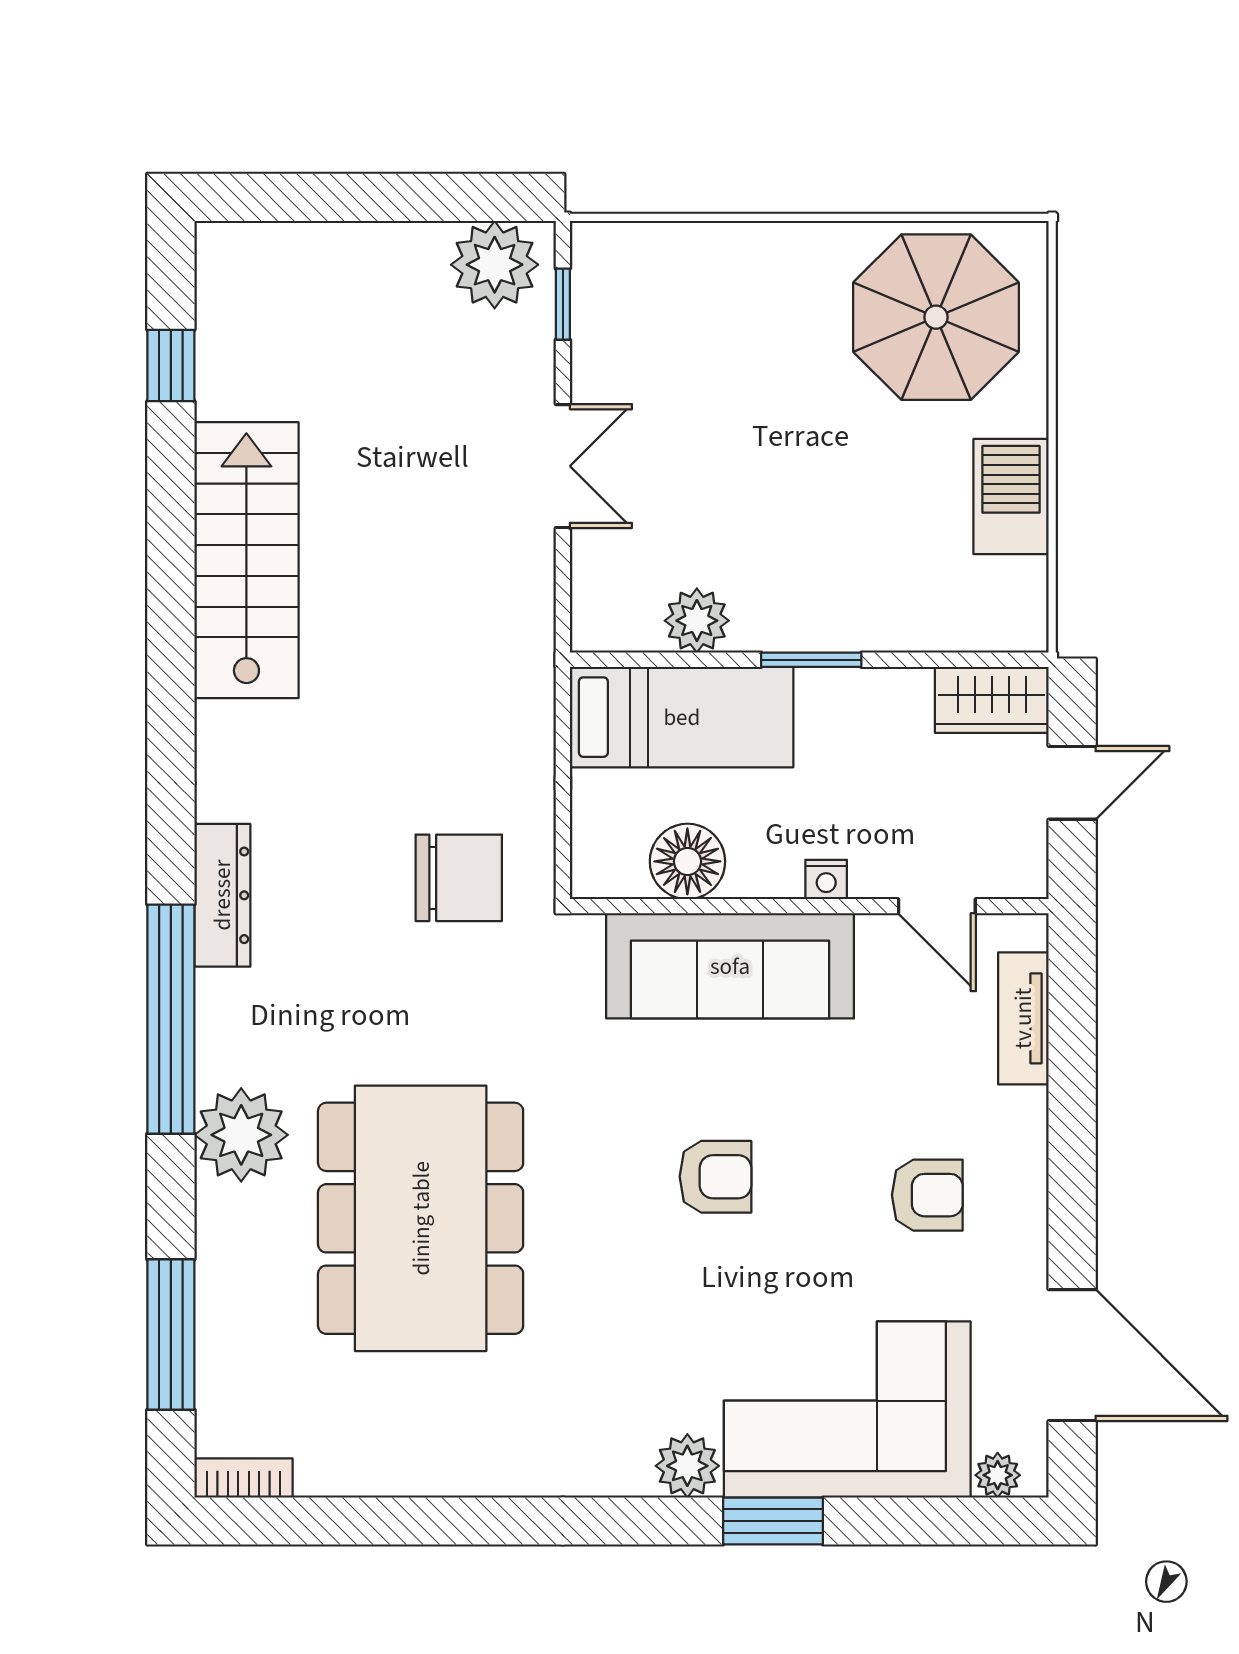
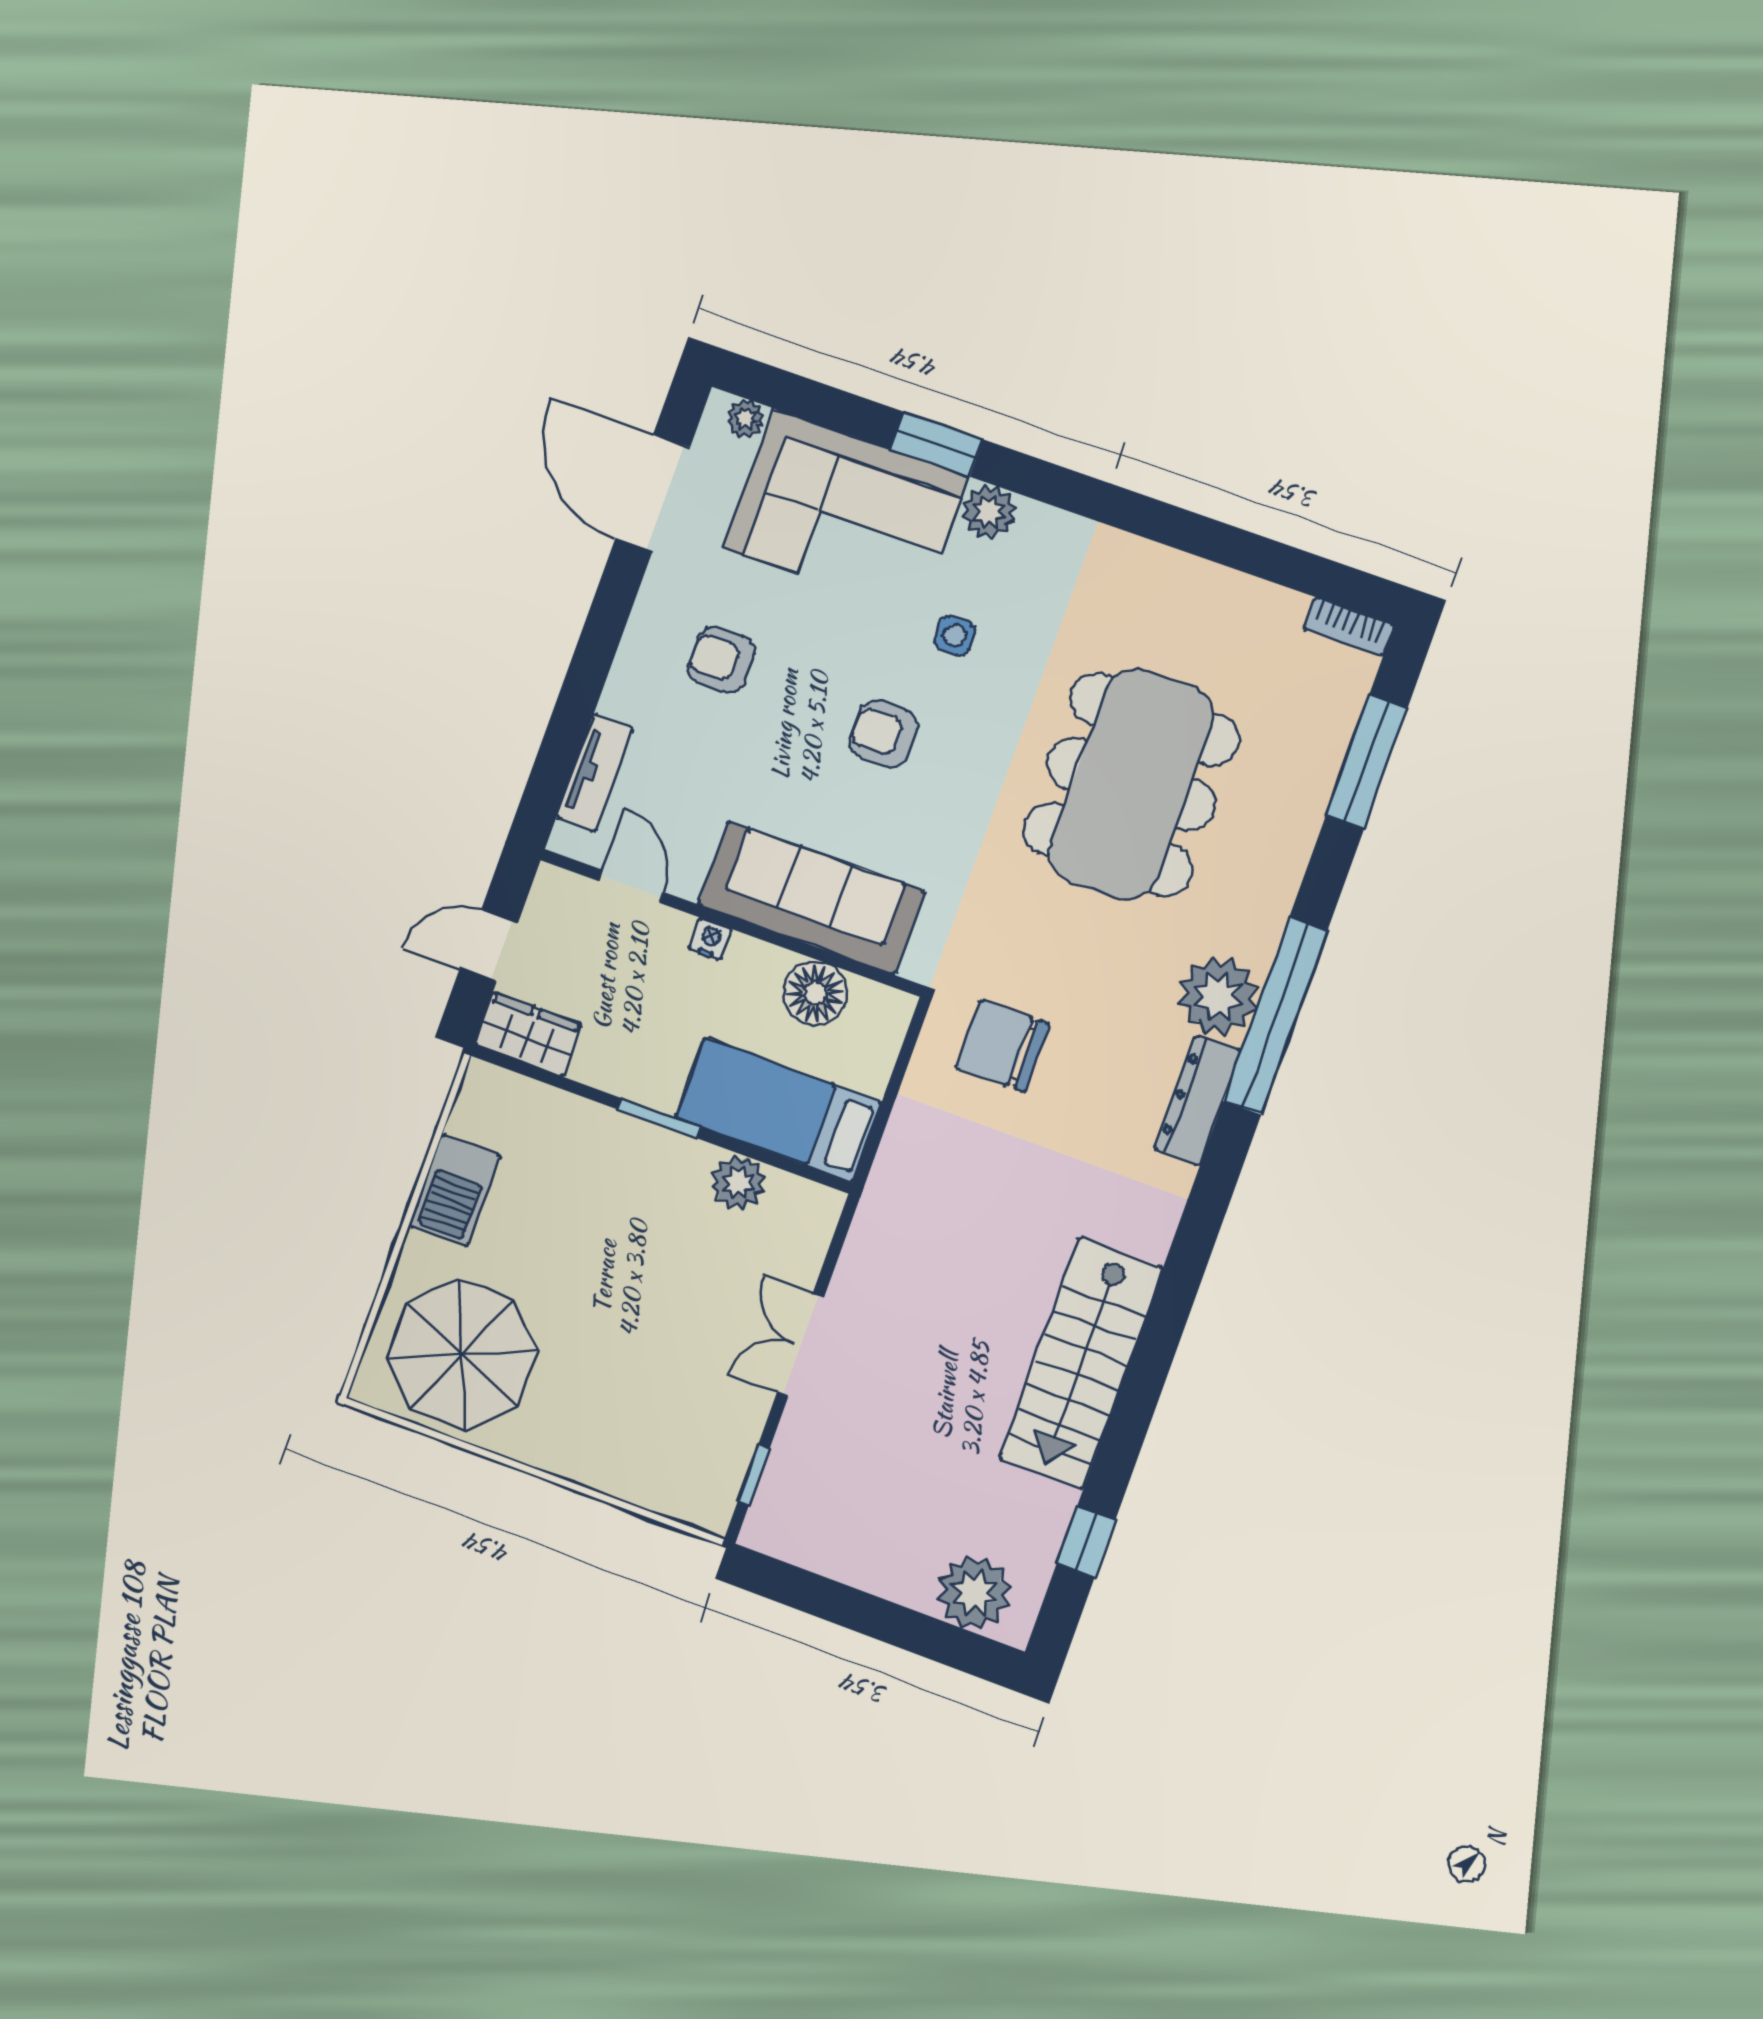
plant: (495, 265) -> (974, 1593), moved
plant: (241, 1135) -> (1218, 996), moved
side table: (676, 1314) -> (955, 636), added

